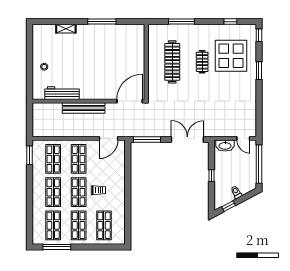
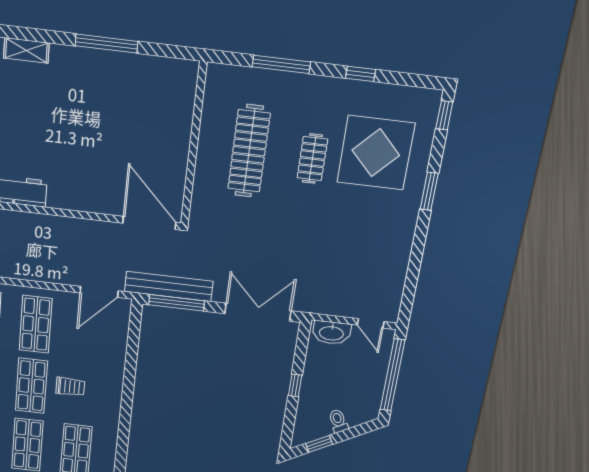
window: (230, 22) -> (361, 74), moved
door: (130, 101) -> (149, 223), hinge flipped
bench: (84, 108) -> (169, 286), moved

